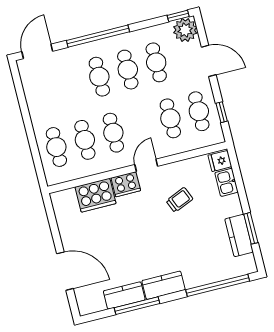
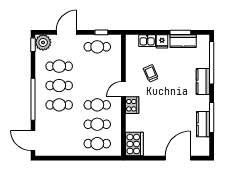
cafe table: (170, 118) -> (97, 66), removed
fridge: (220, 161) -> (162, 41), moved
door: (146, 165) -> (123, 89), hinge flipped
cooker: (95, 195) -> (134, 144), moved
kitchen counter: (164, 285) -> (203, 82), moved

